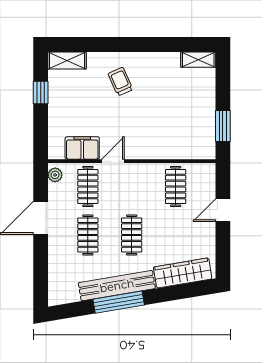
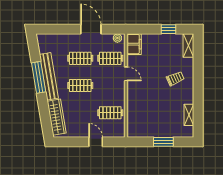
shelving: (198, 60) -> (189, 115), moved
window: (223, 126) -> (163, 142), moved
filing cabinet: (82, 148) -> (134, 44), moved

